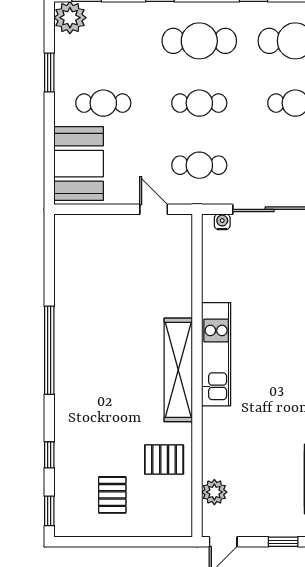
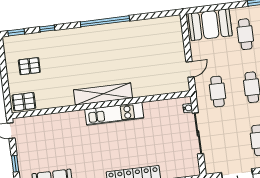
pallet: (164, 459) -> (24, 102), moved, turned 90
plant: (214, 492) -> (38, 122), removed

